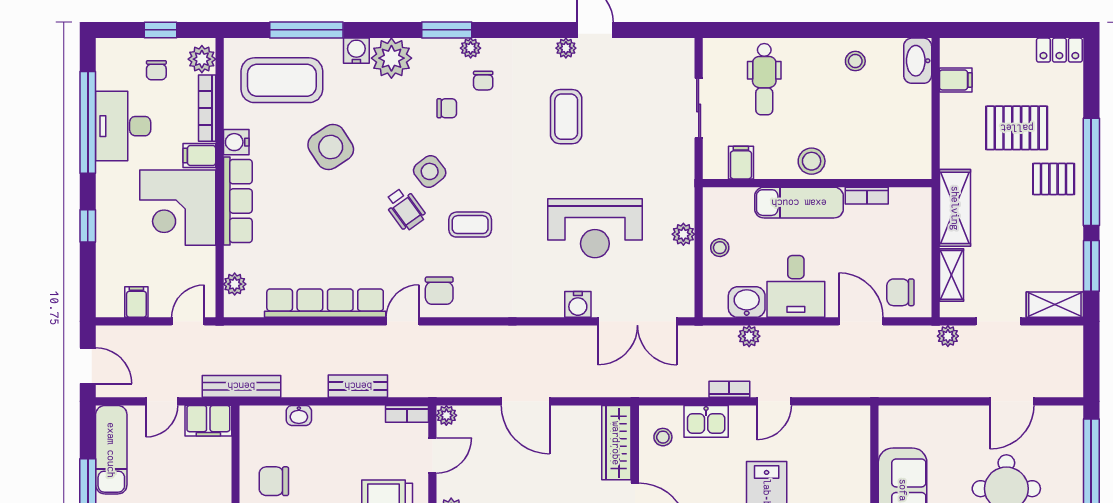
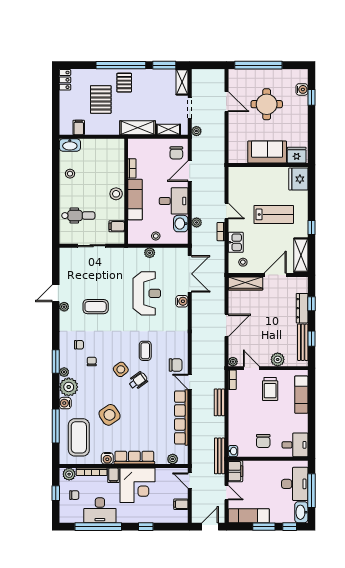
plant: (471, 48) -> (64, 372), moved
washbasin: (299, 415) -> (233, 451), moved

